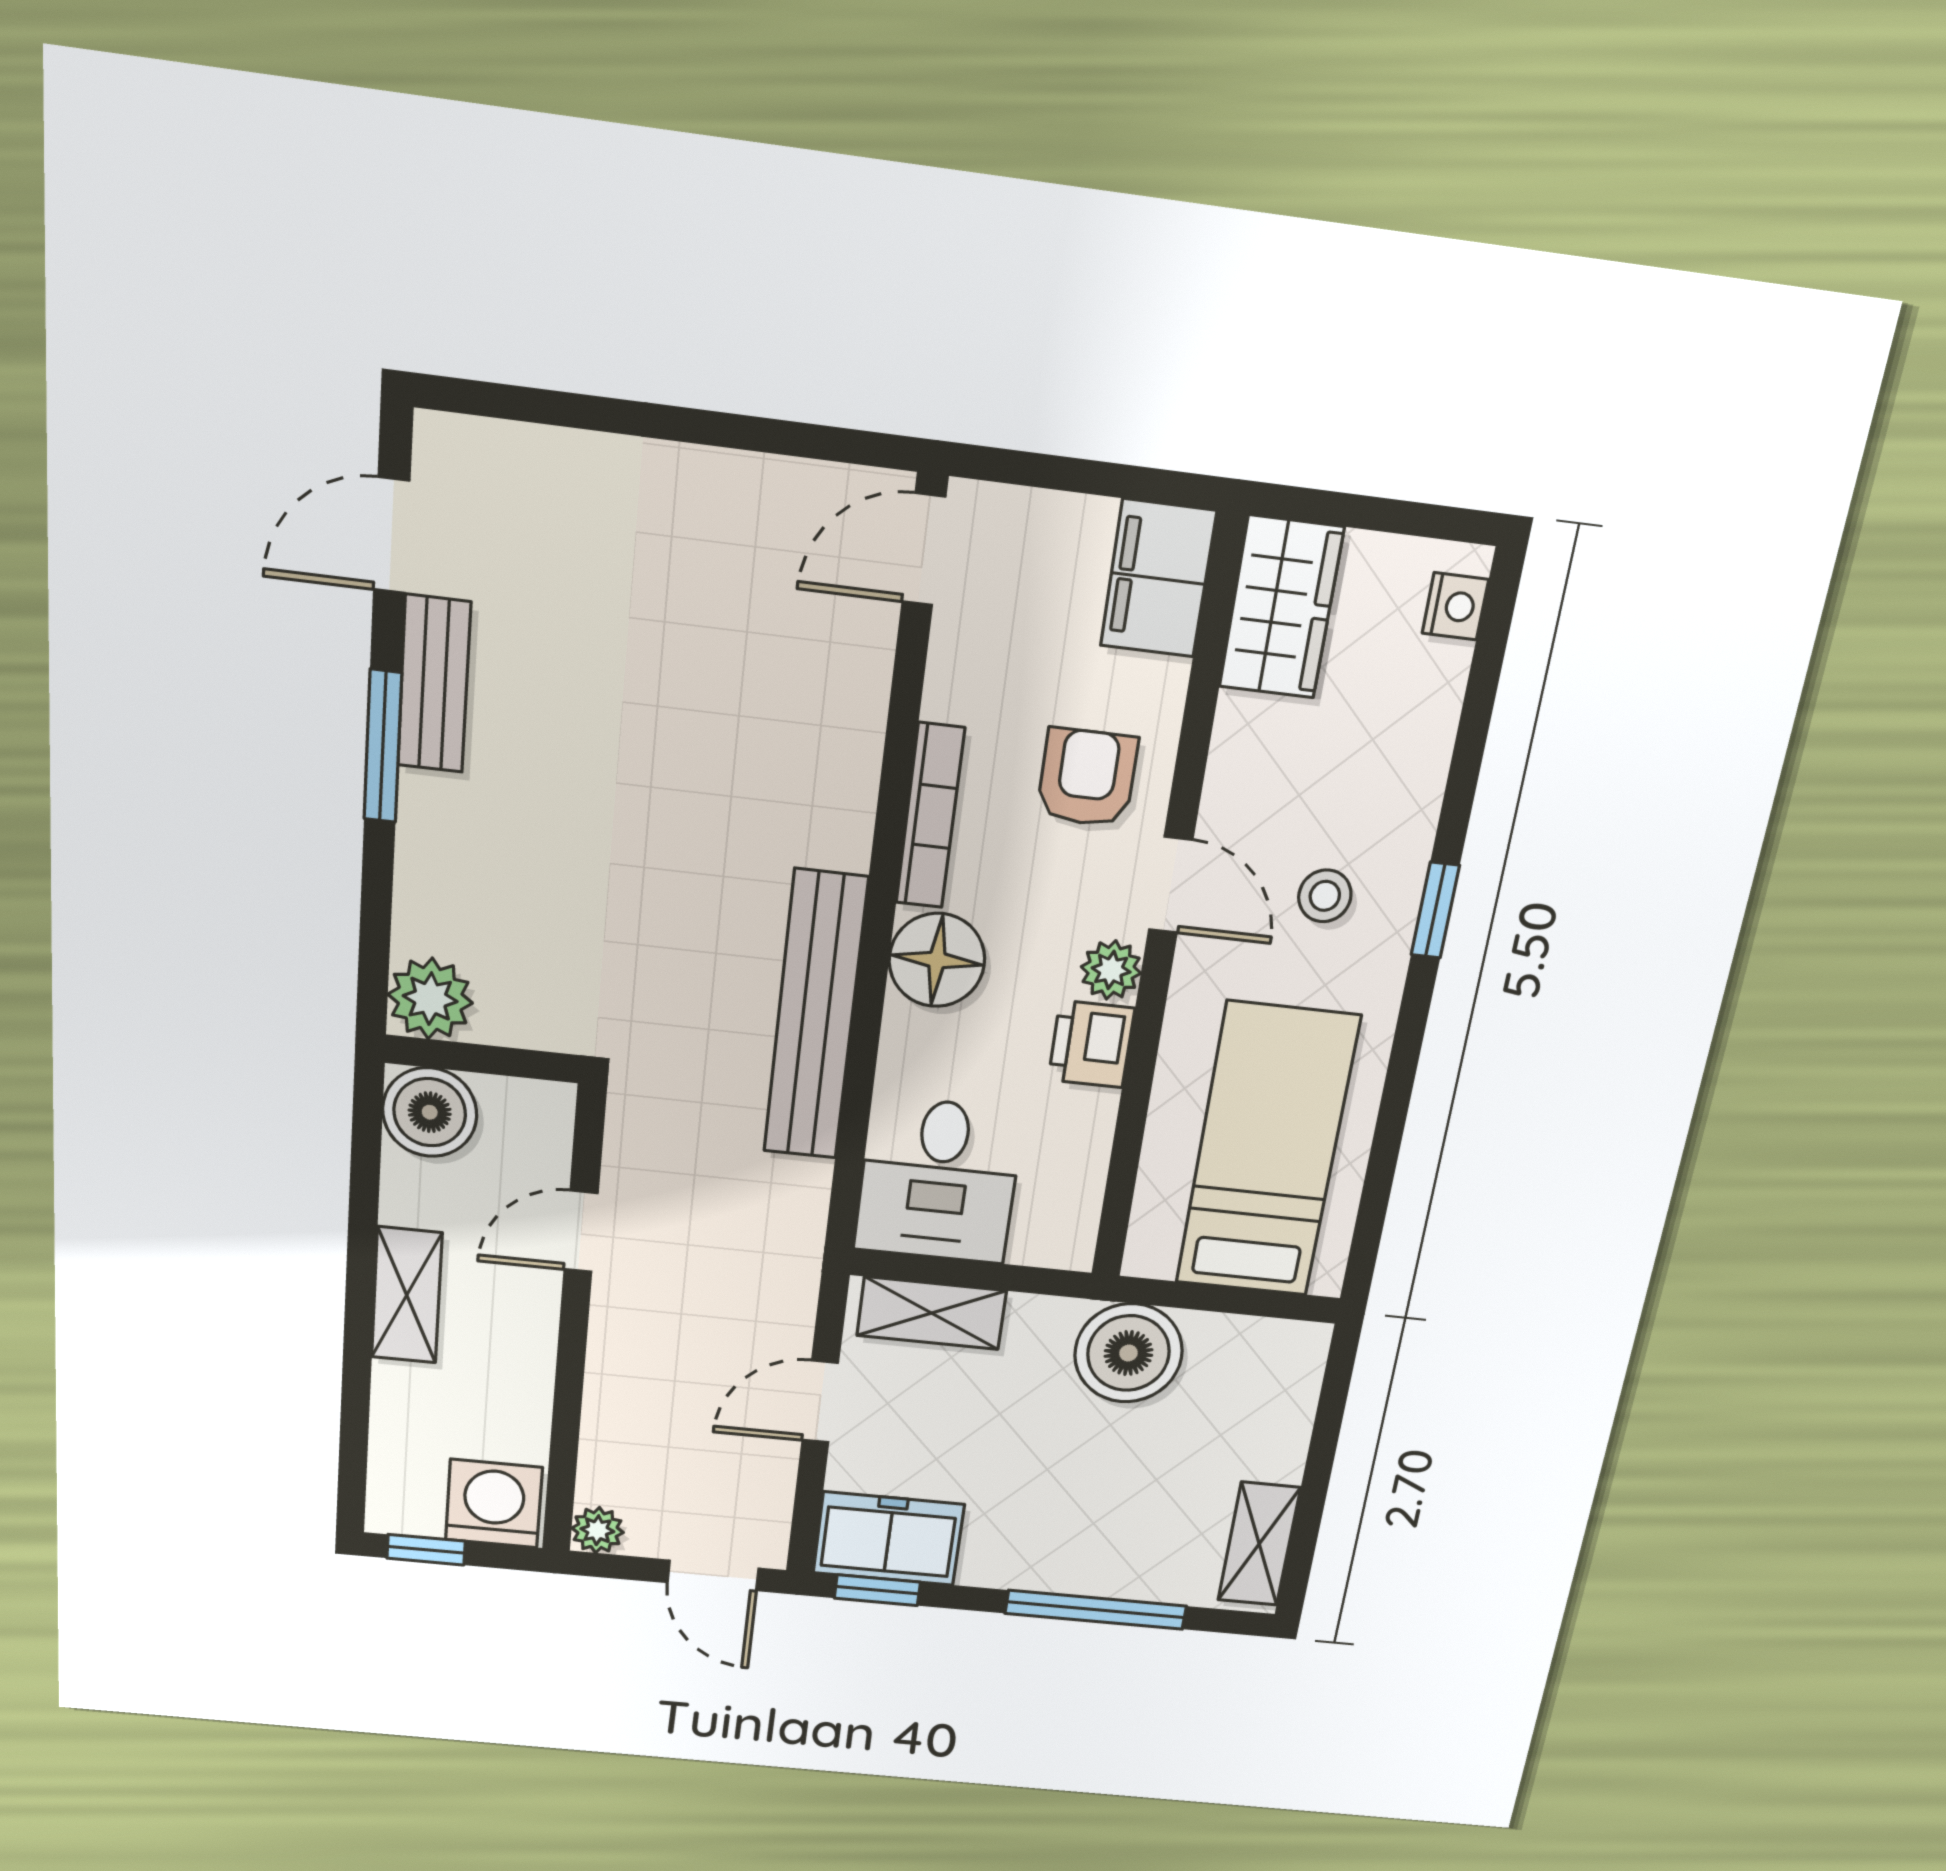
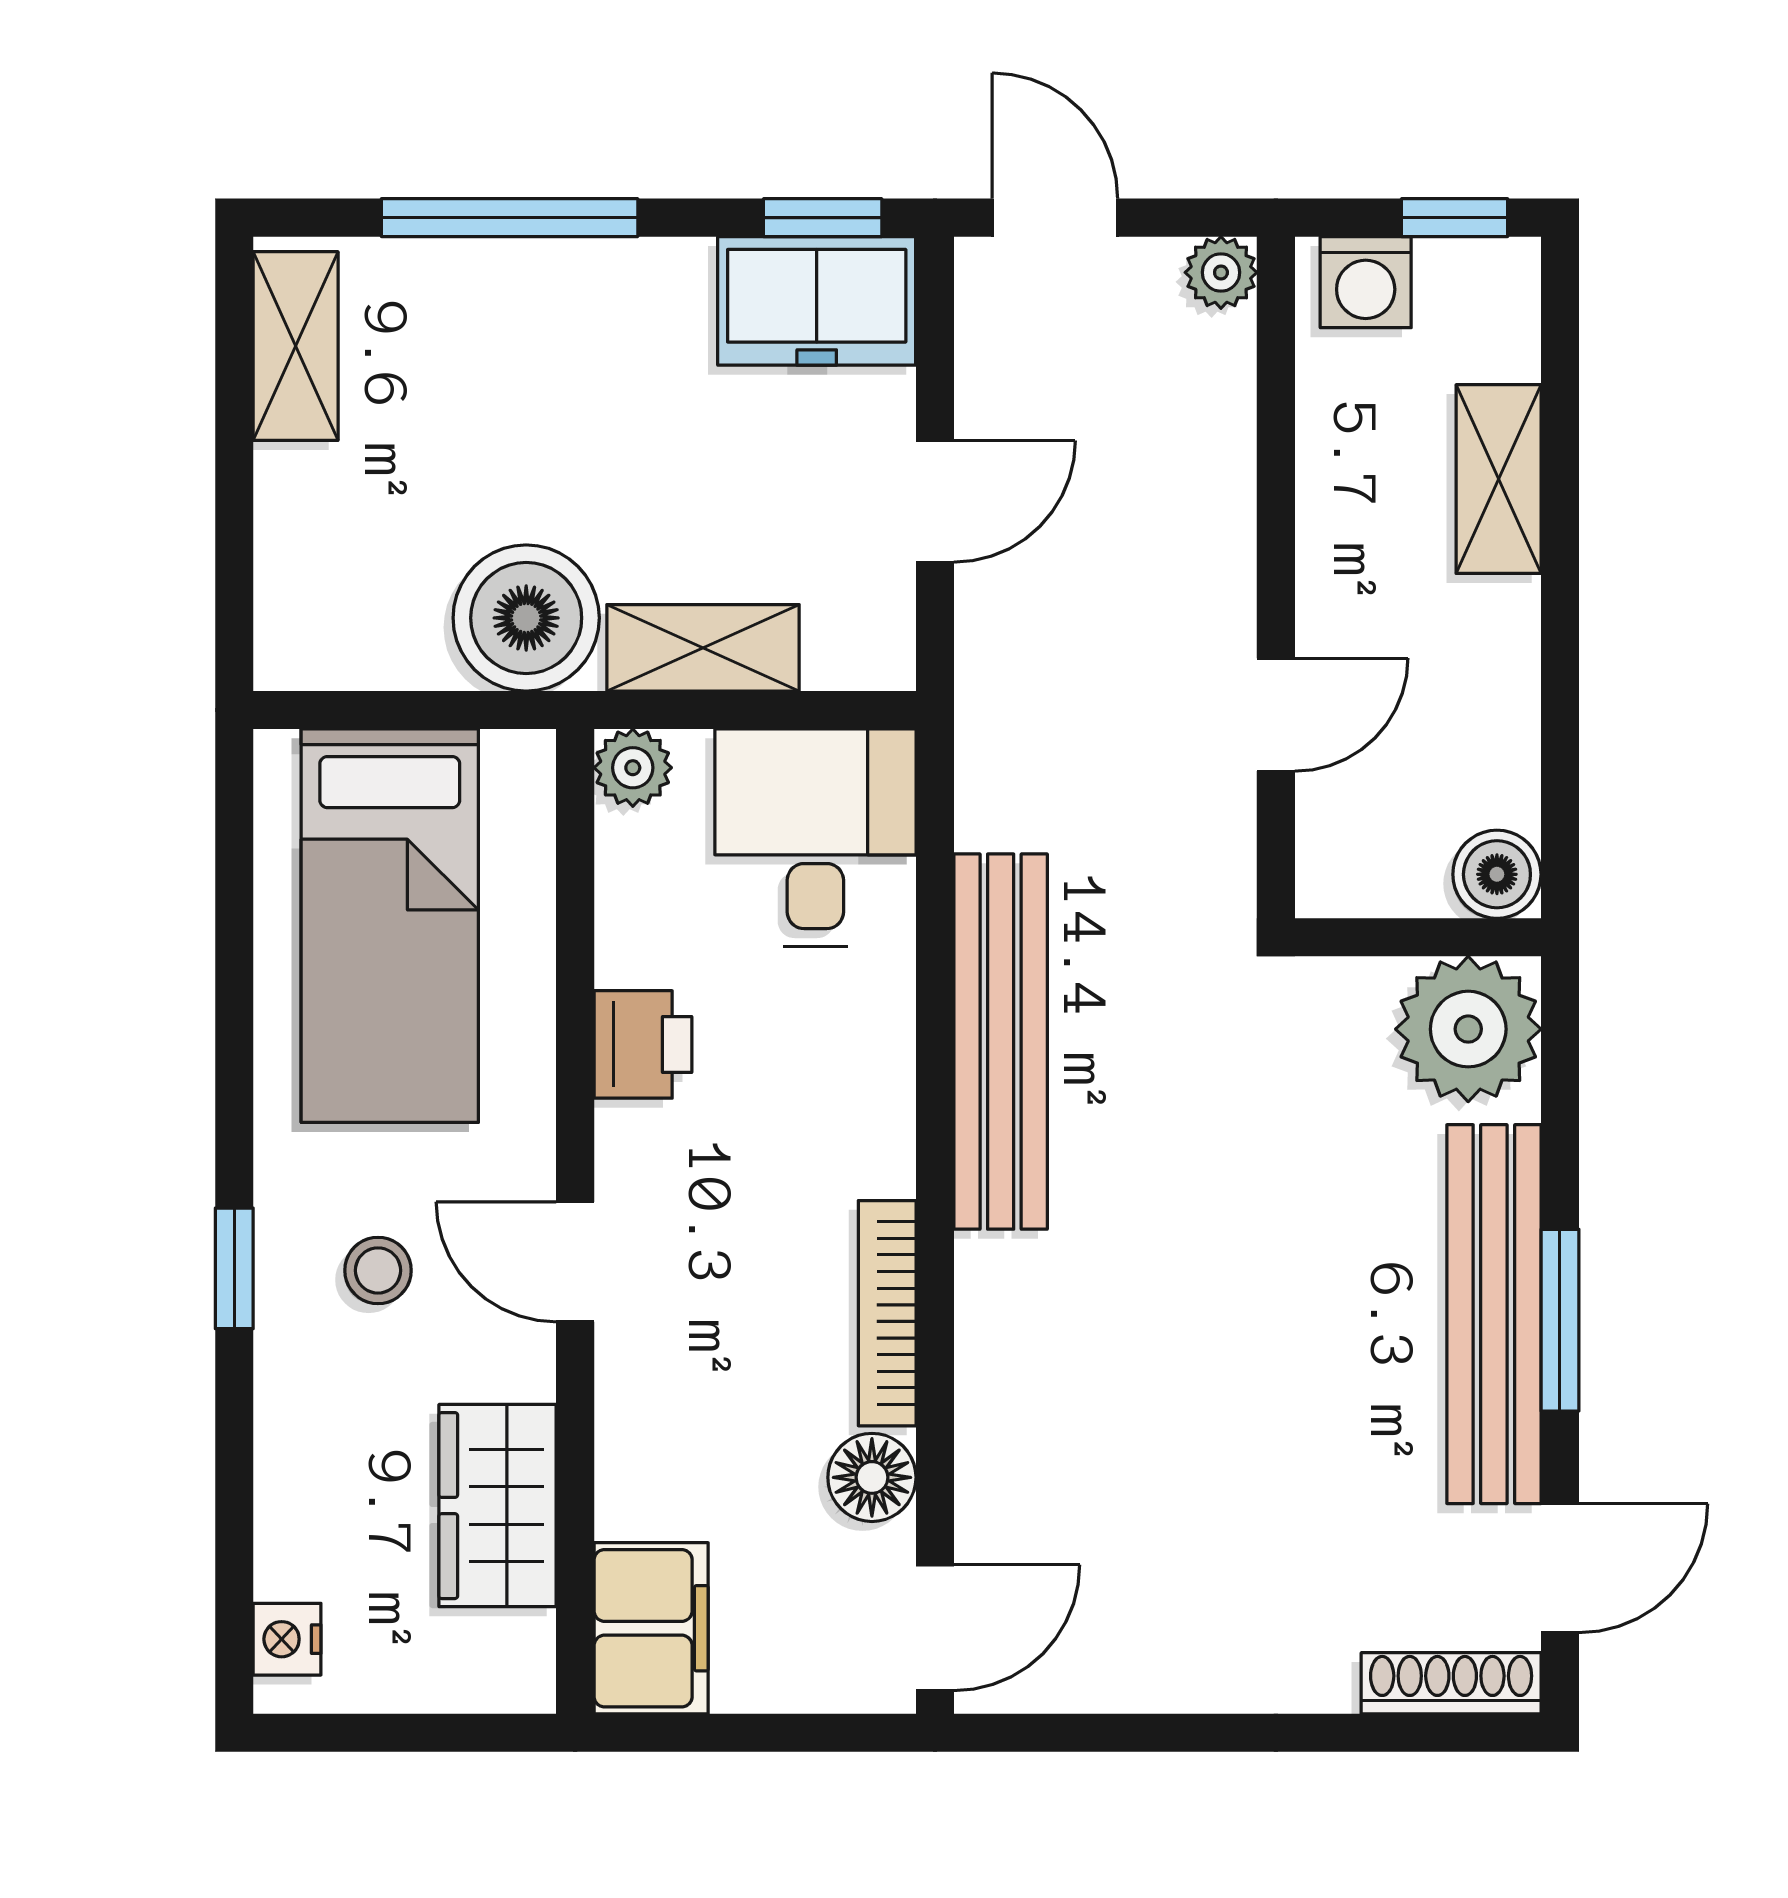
shoe rack: (490, 445) -> (1451, 1683), added
wardrobe: (1281, 607) -> (498, 1506), moved
bench: (434, 684) -> (1494, 1314), width x1.86, depth x1.21
armchair: (1087, 778) -> (700, 1383), removed
floor lamp: (937, 960) -> (872, 1477), moved, width x0.73, depth x0.73
plant: (1111, 970) -> (633, 768), moved
plant: (430, 999) -> (1468, 1029), width x1.36, depth x1.36
boiler: (430, 1112) -> (1497, 874), width x0.73, depth x0.73
shelving: (407, 1295) -> (1499, 479), moved
shelving: (932, 1313) -> (703, 648), moved
washing machine: (494, 1504) -> (1366, 282), width x0.73, depth x0.73

